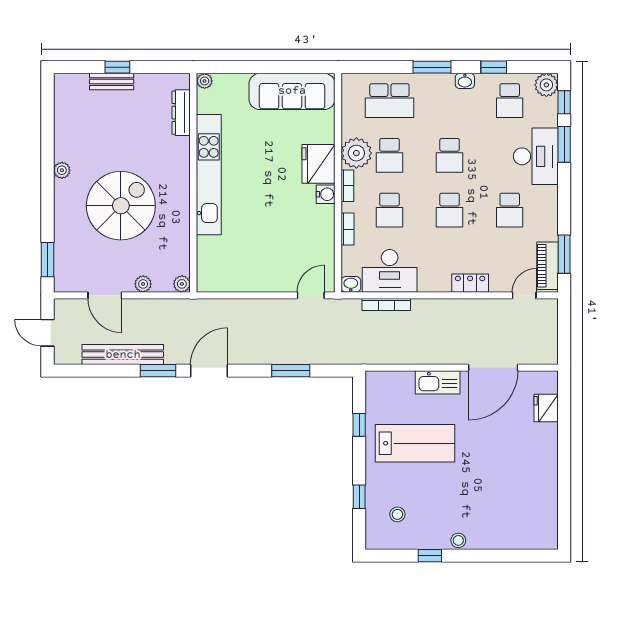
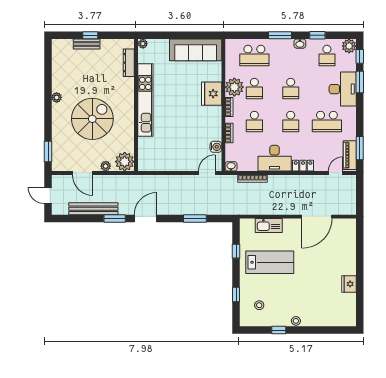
water cooler: (326, 194) -> (216, 147), moved
school desk: (510, 210) -> (327, 122), width x1.85
desk: (390, 271) -> (275, 158), moved
plant: (182, 284) -> (125, 162), width x1.88, depth x1.88
kitchen sink: (438, 382) -> (269, 226), moved
fridge: (546, 408) -> (349, 284), moved

